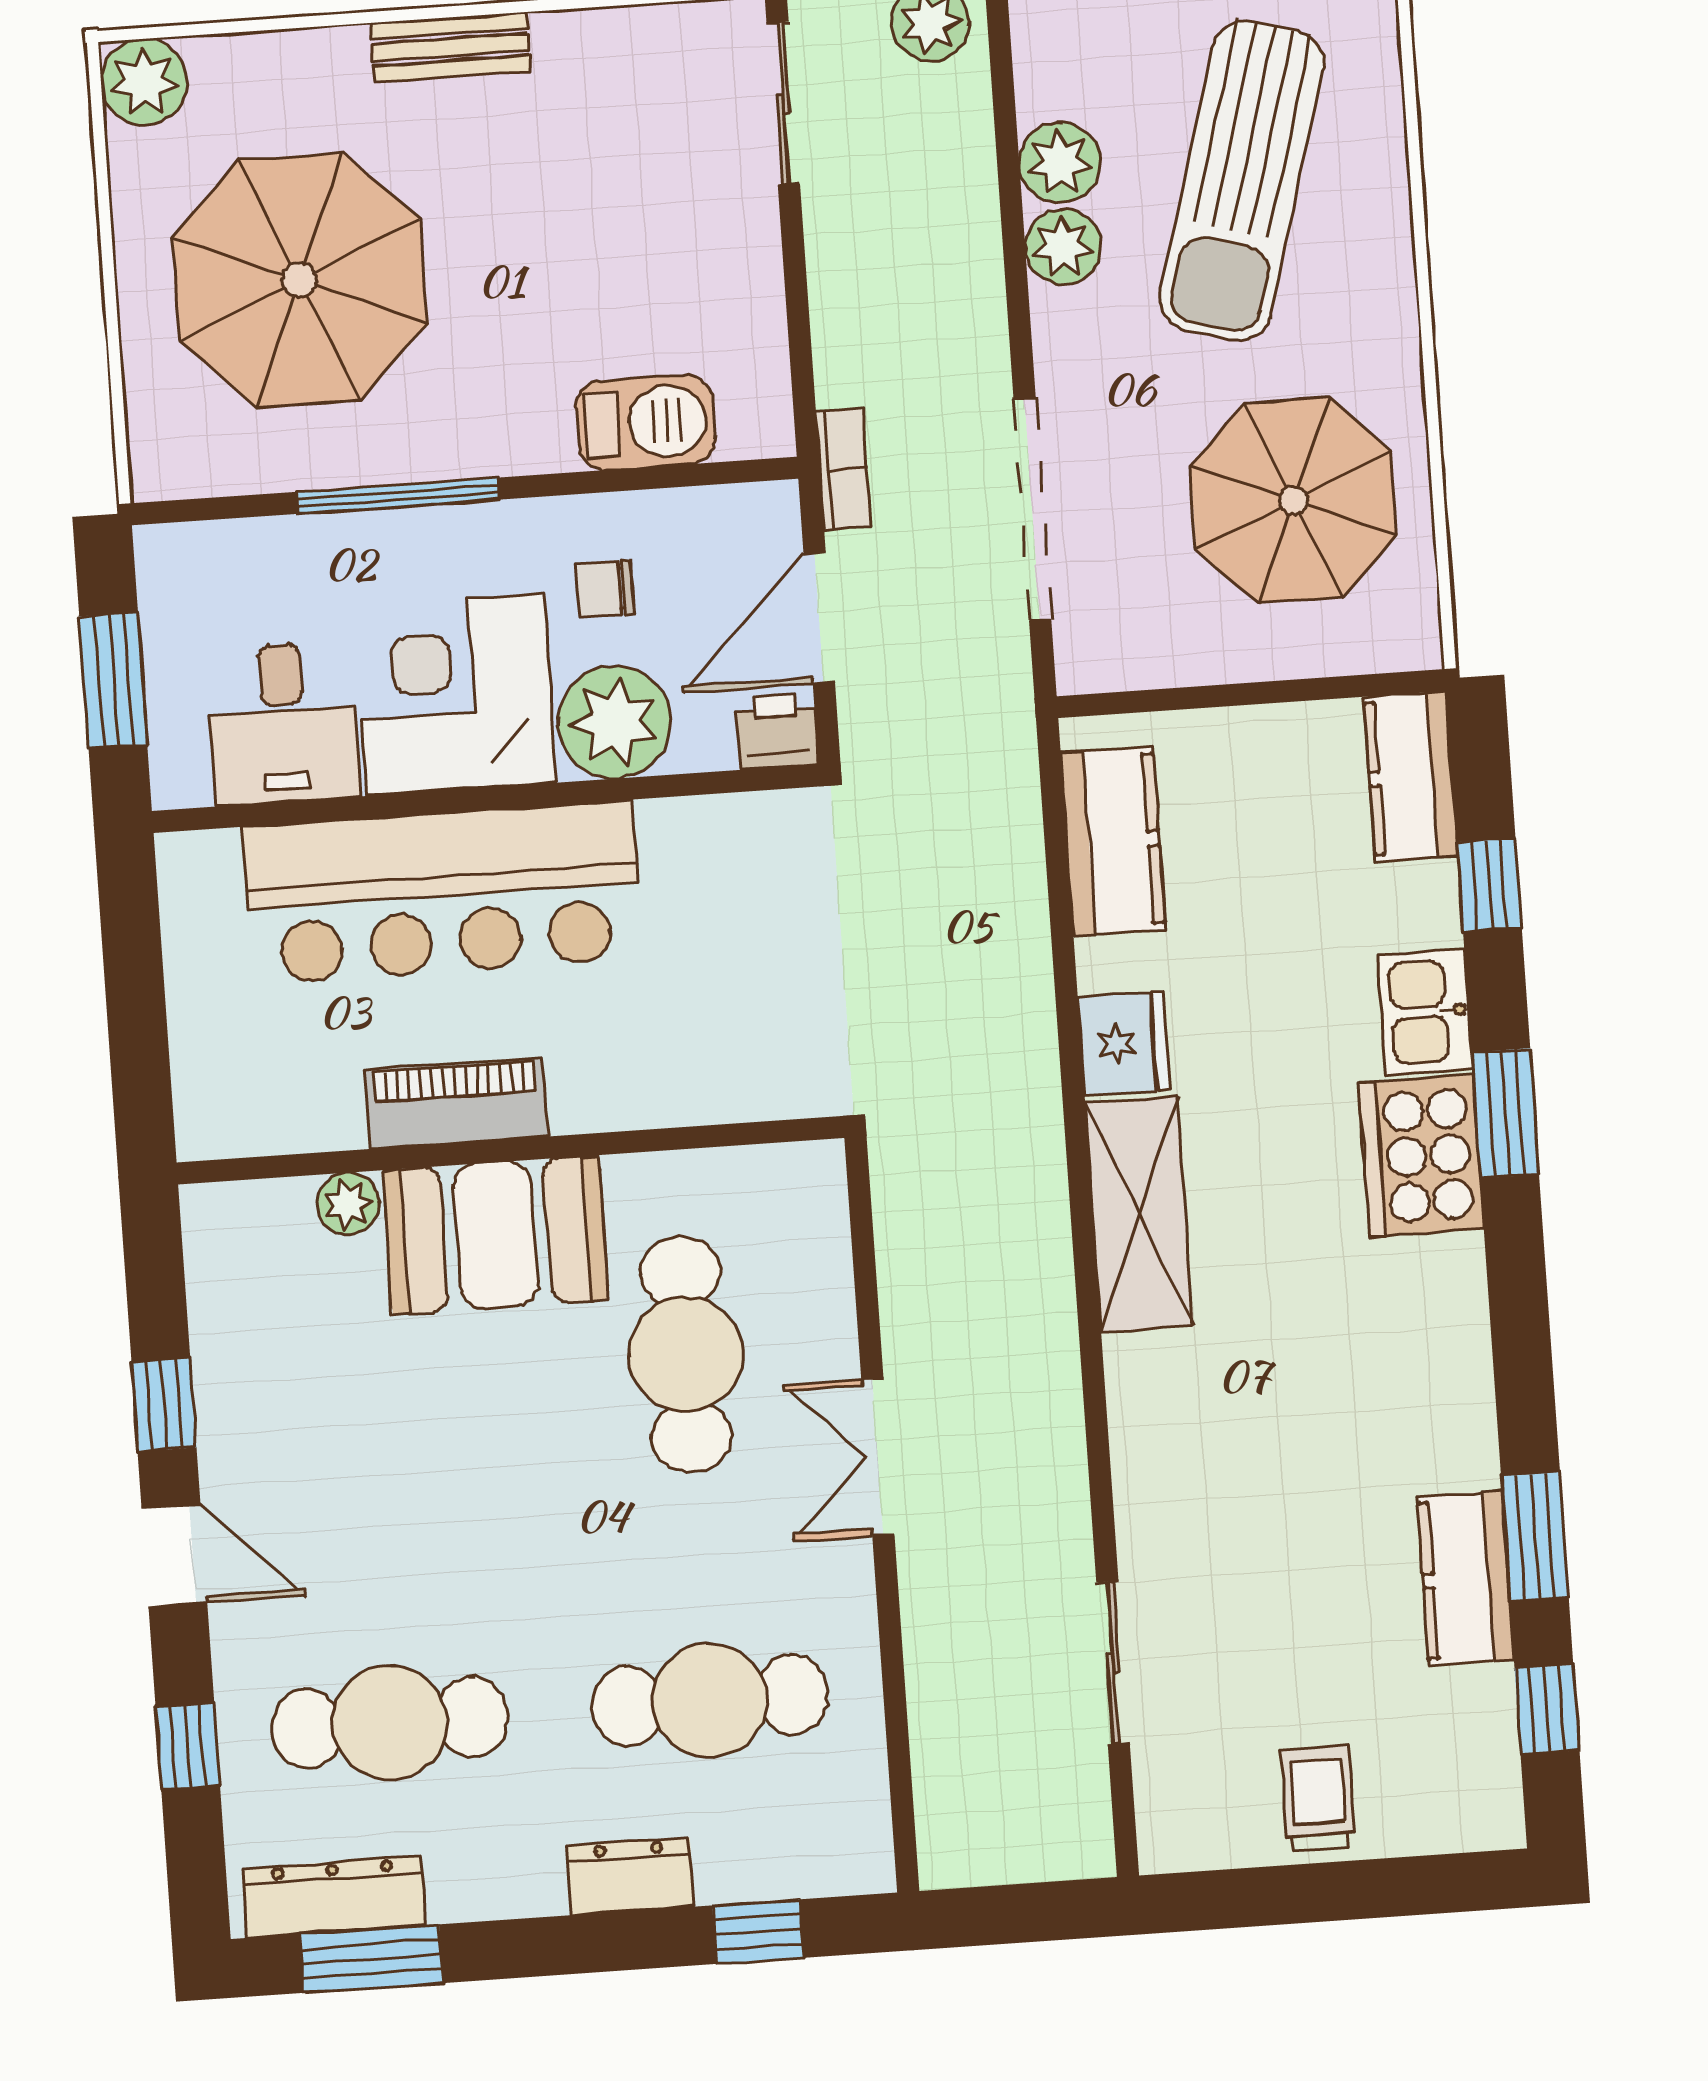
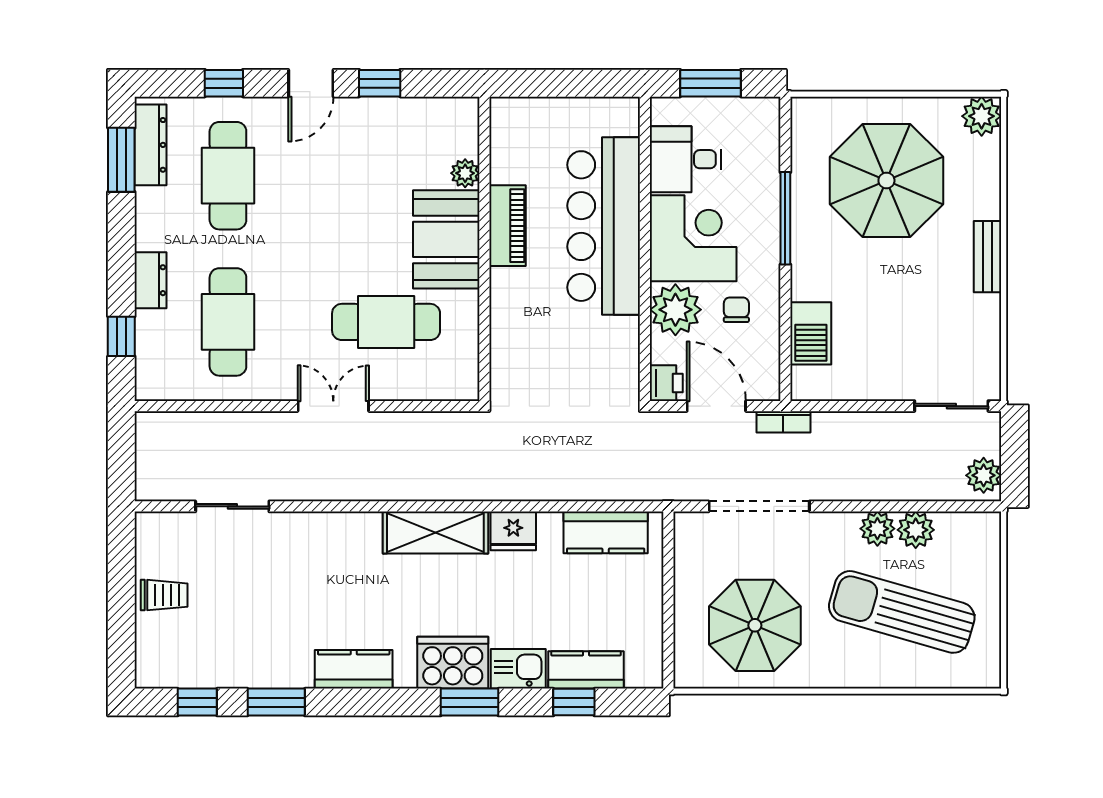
kitchen counter: (1411, 776) -> (586, 670), moved
kitchen counter: (1466, 1578) -> (354, 669), moved

